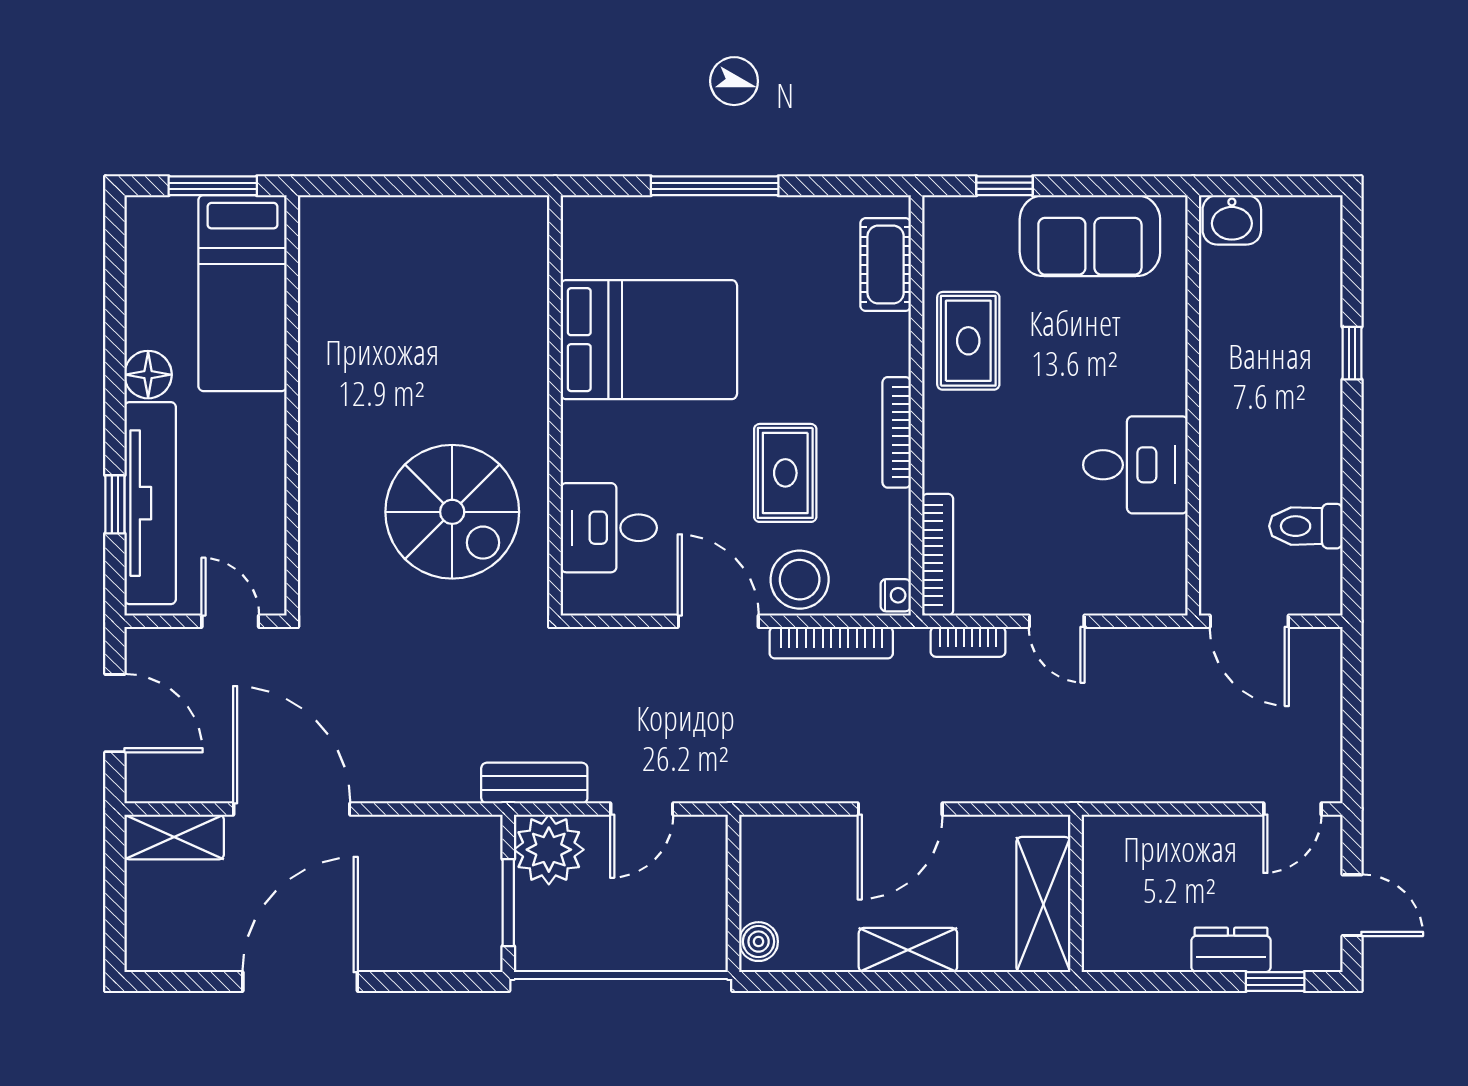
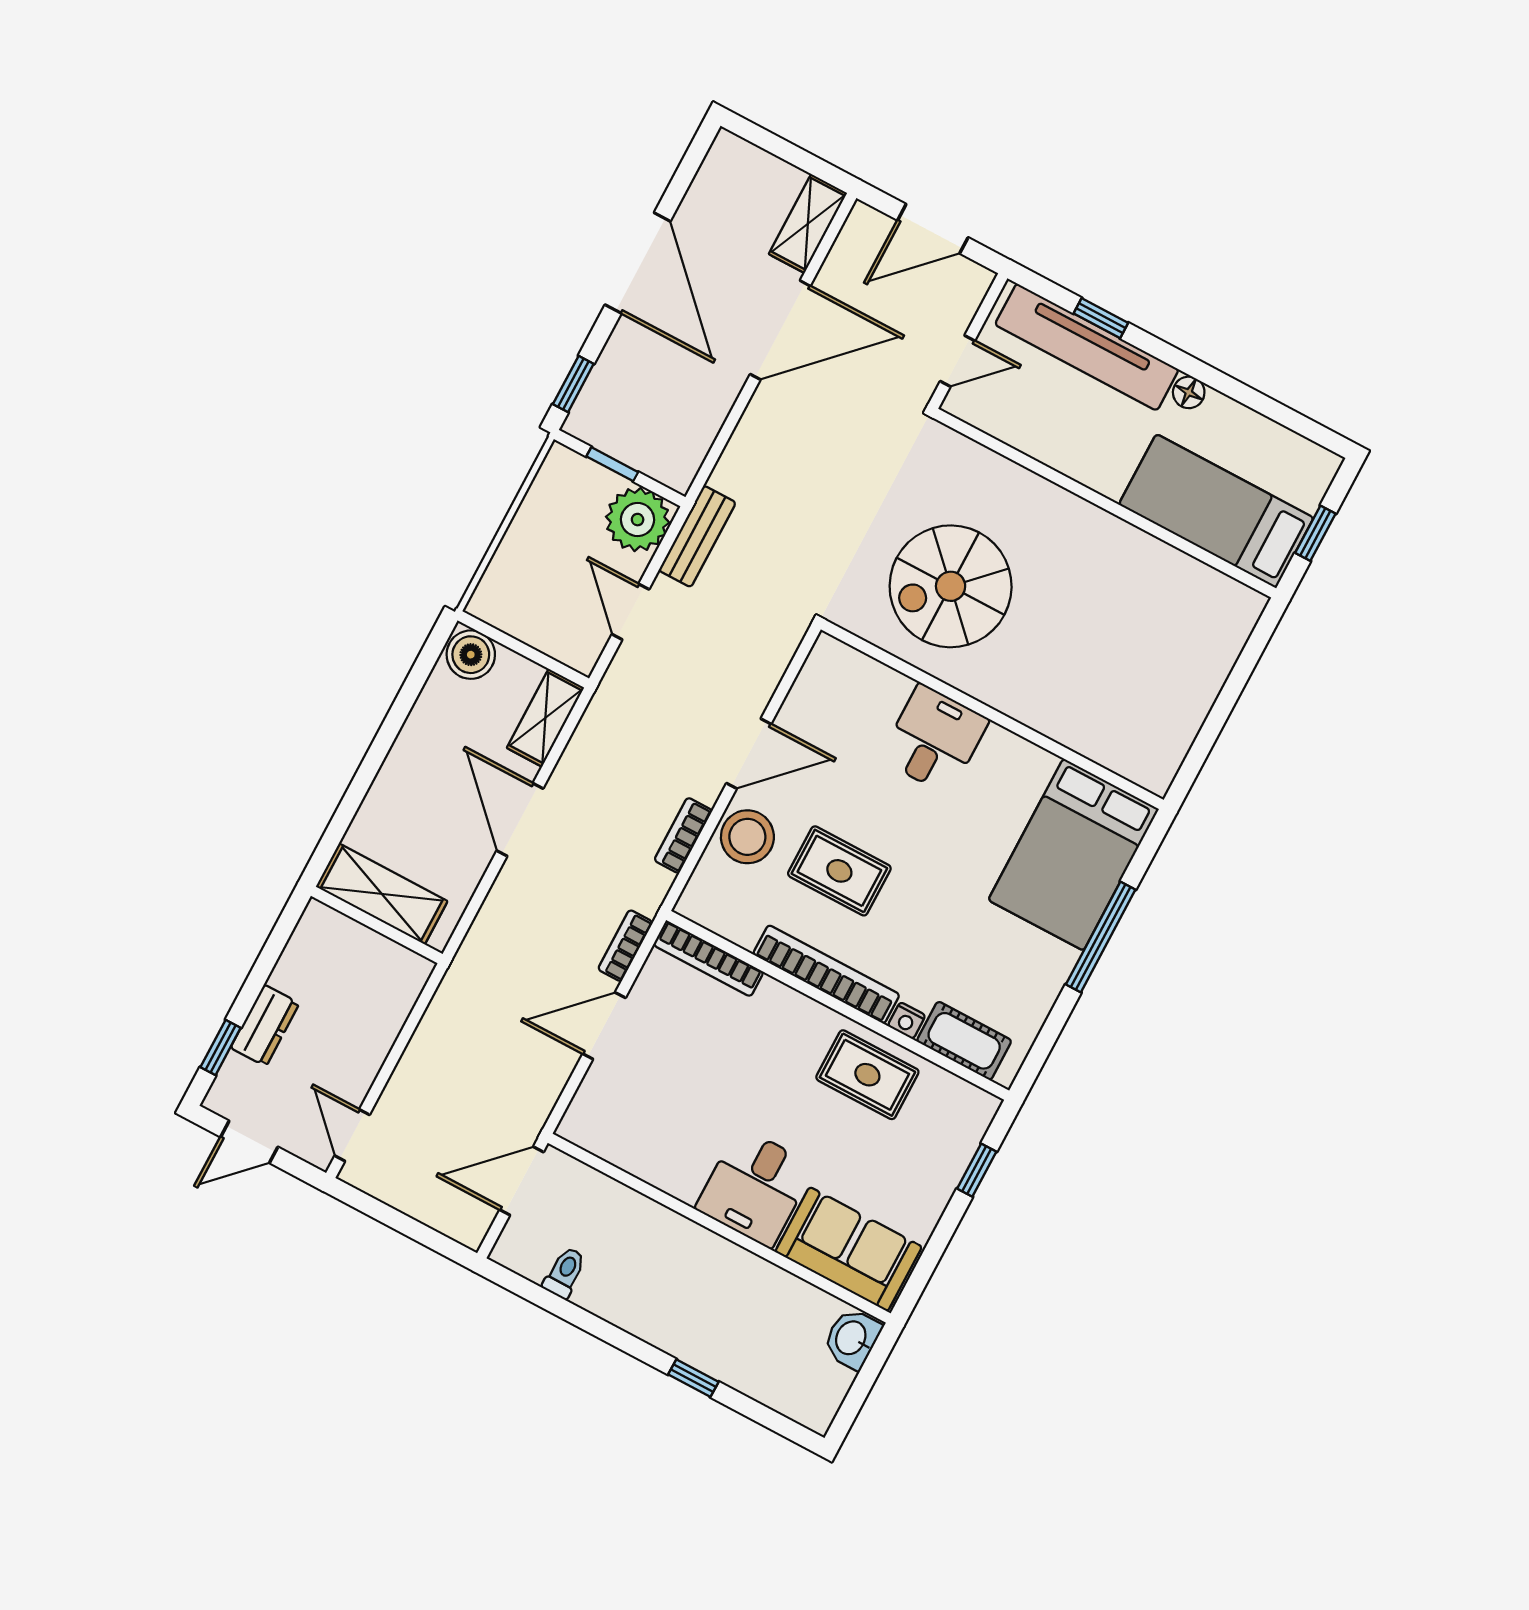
window: (213, 186) -> (1315, 533), width x0.67
sofa: (1090, 236) -> (849, 1249), moved, turned 90
bed: (649, 340) -> (1073, 855), moved
floor lamp: (148, 375) -> (1189, 392), width x0.73, depth x0.73
bookcase: (897, 432) -> (826, 974), width x1.48, depth x1.31
desk: (1135, 465) -> (755, 1187), moved
toilet: (1306, 526) -> (565, 1273), width x0.73, depth x0.72
desk: (609, 528) -> (934, 739), moved
nightstand: (896, 595) -> (907, 1021), moved
door: (1057, 621) -> (604, 1026), width x1.38
bookcase: (831, 643) -> (683, 835), width x0.64
window: (508, 903) -> (612, 464), width x0.67
boiler: (759, 942) -> (471, 655), width x1.36, depth x1.36
shelving: (908, 950) -> (545, 718), moved
window: (450, 982) -> (573, 384), added

